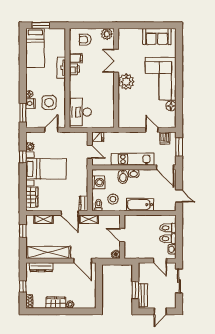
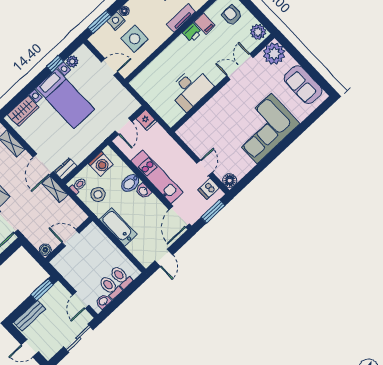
plant: (126, 82) -> (274, 54), moved
floor lamp: (171, 106) -> (230, 181), moved
desk: (80, 112) -> (190, 89), moved, turned 180
door: (122, 235) -> (71, 238), hinge flipped
window: (135, 290) -> (42, 290), moved

